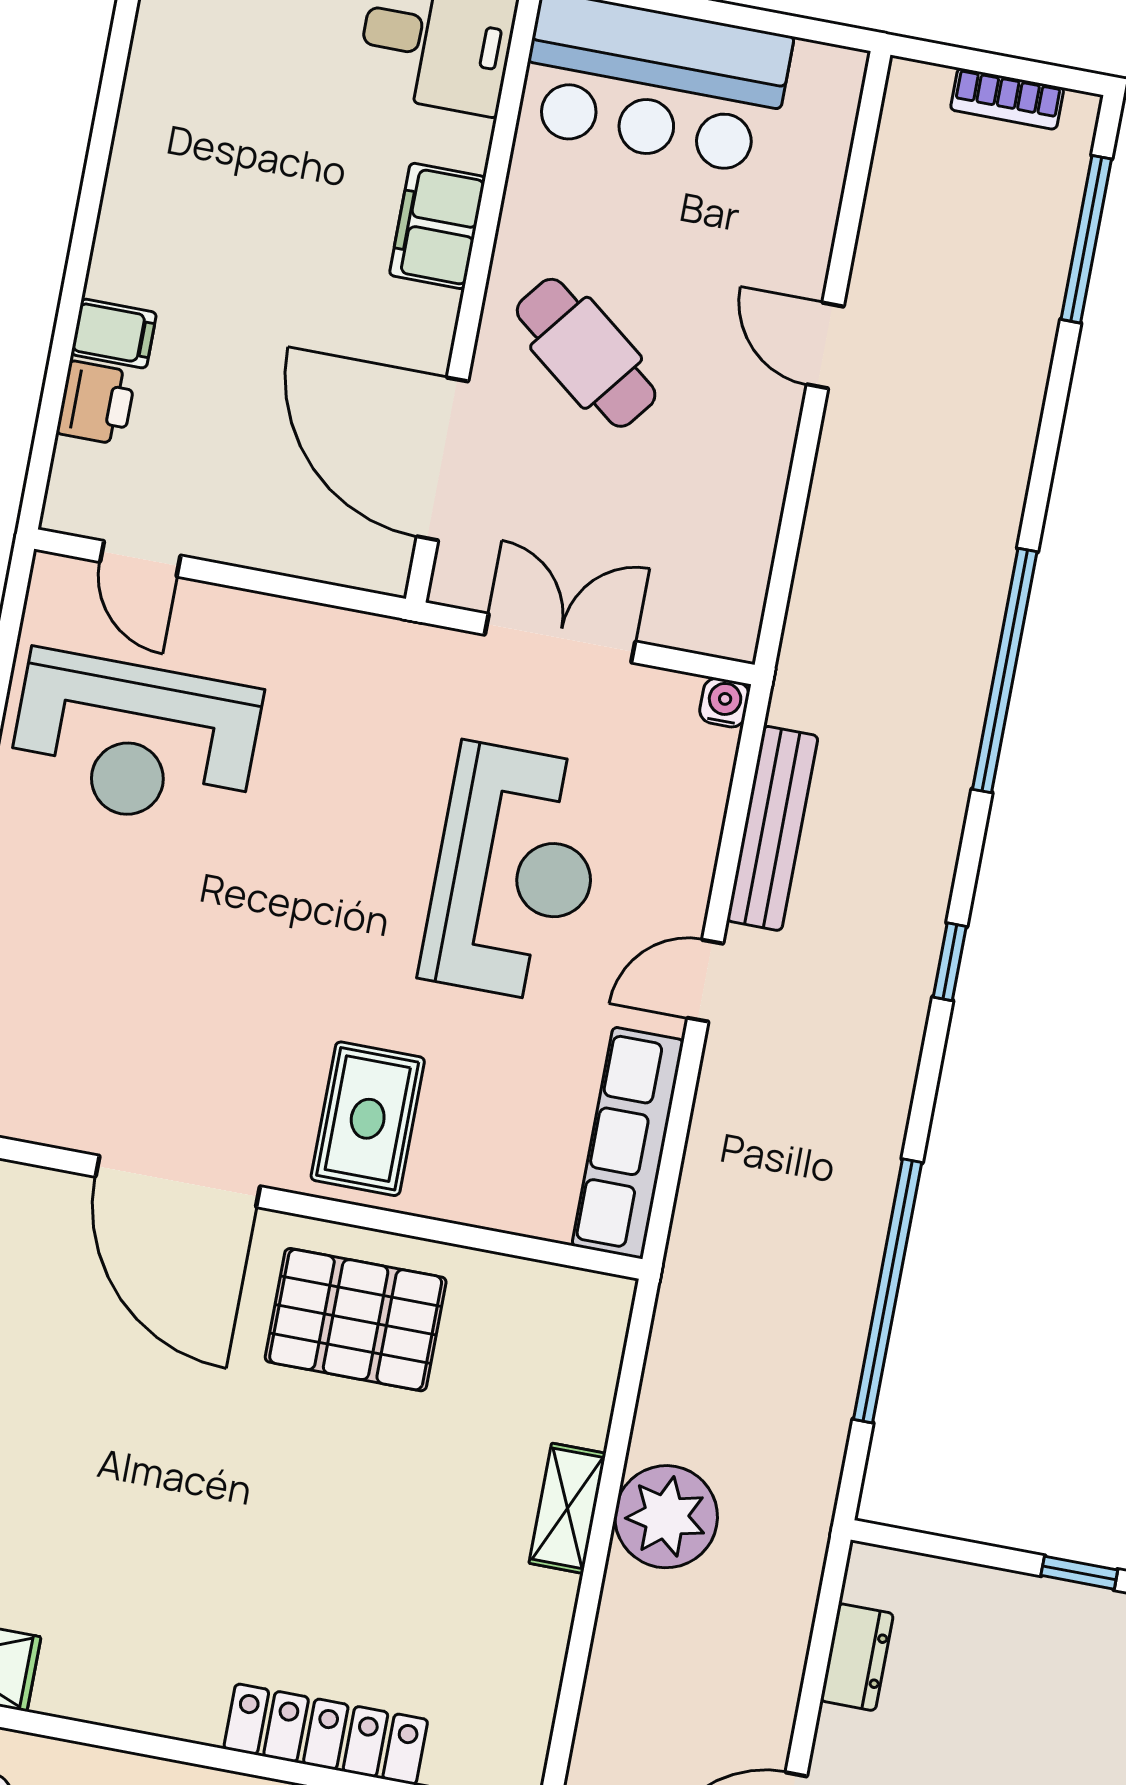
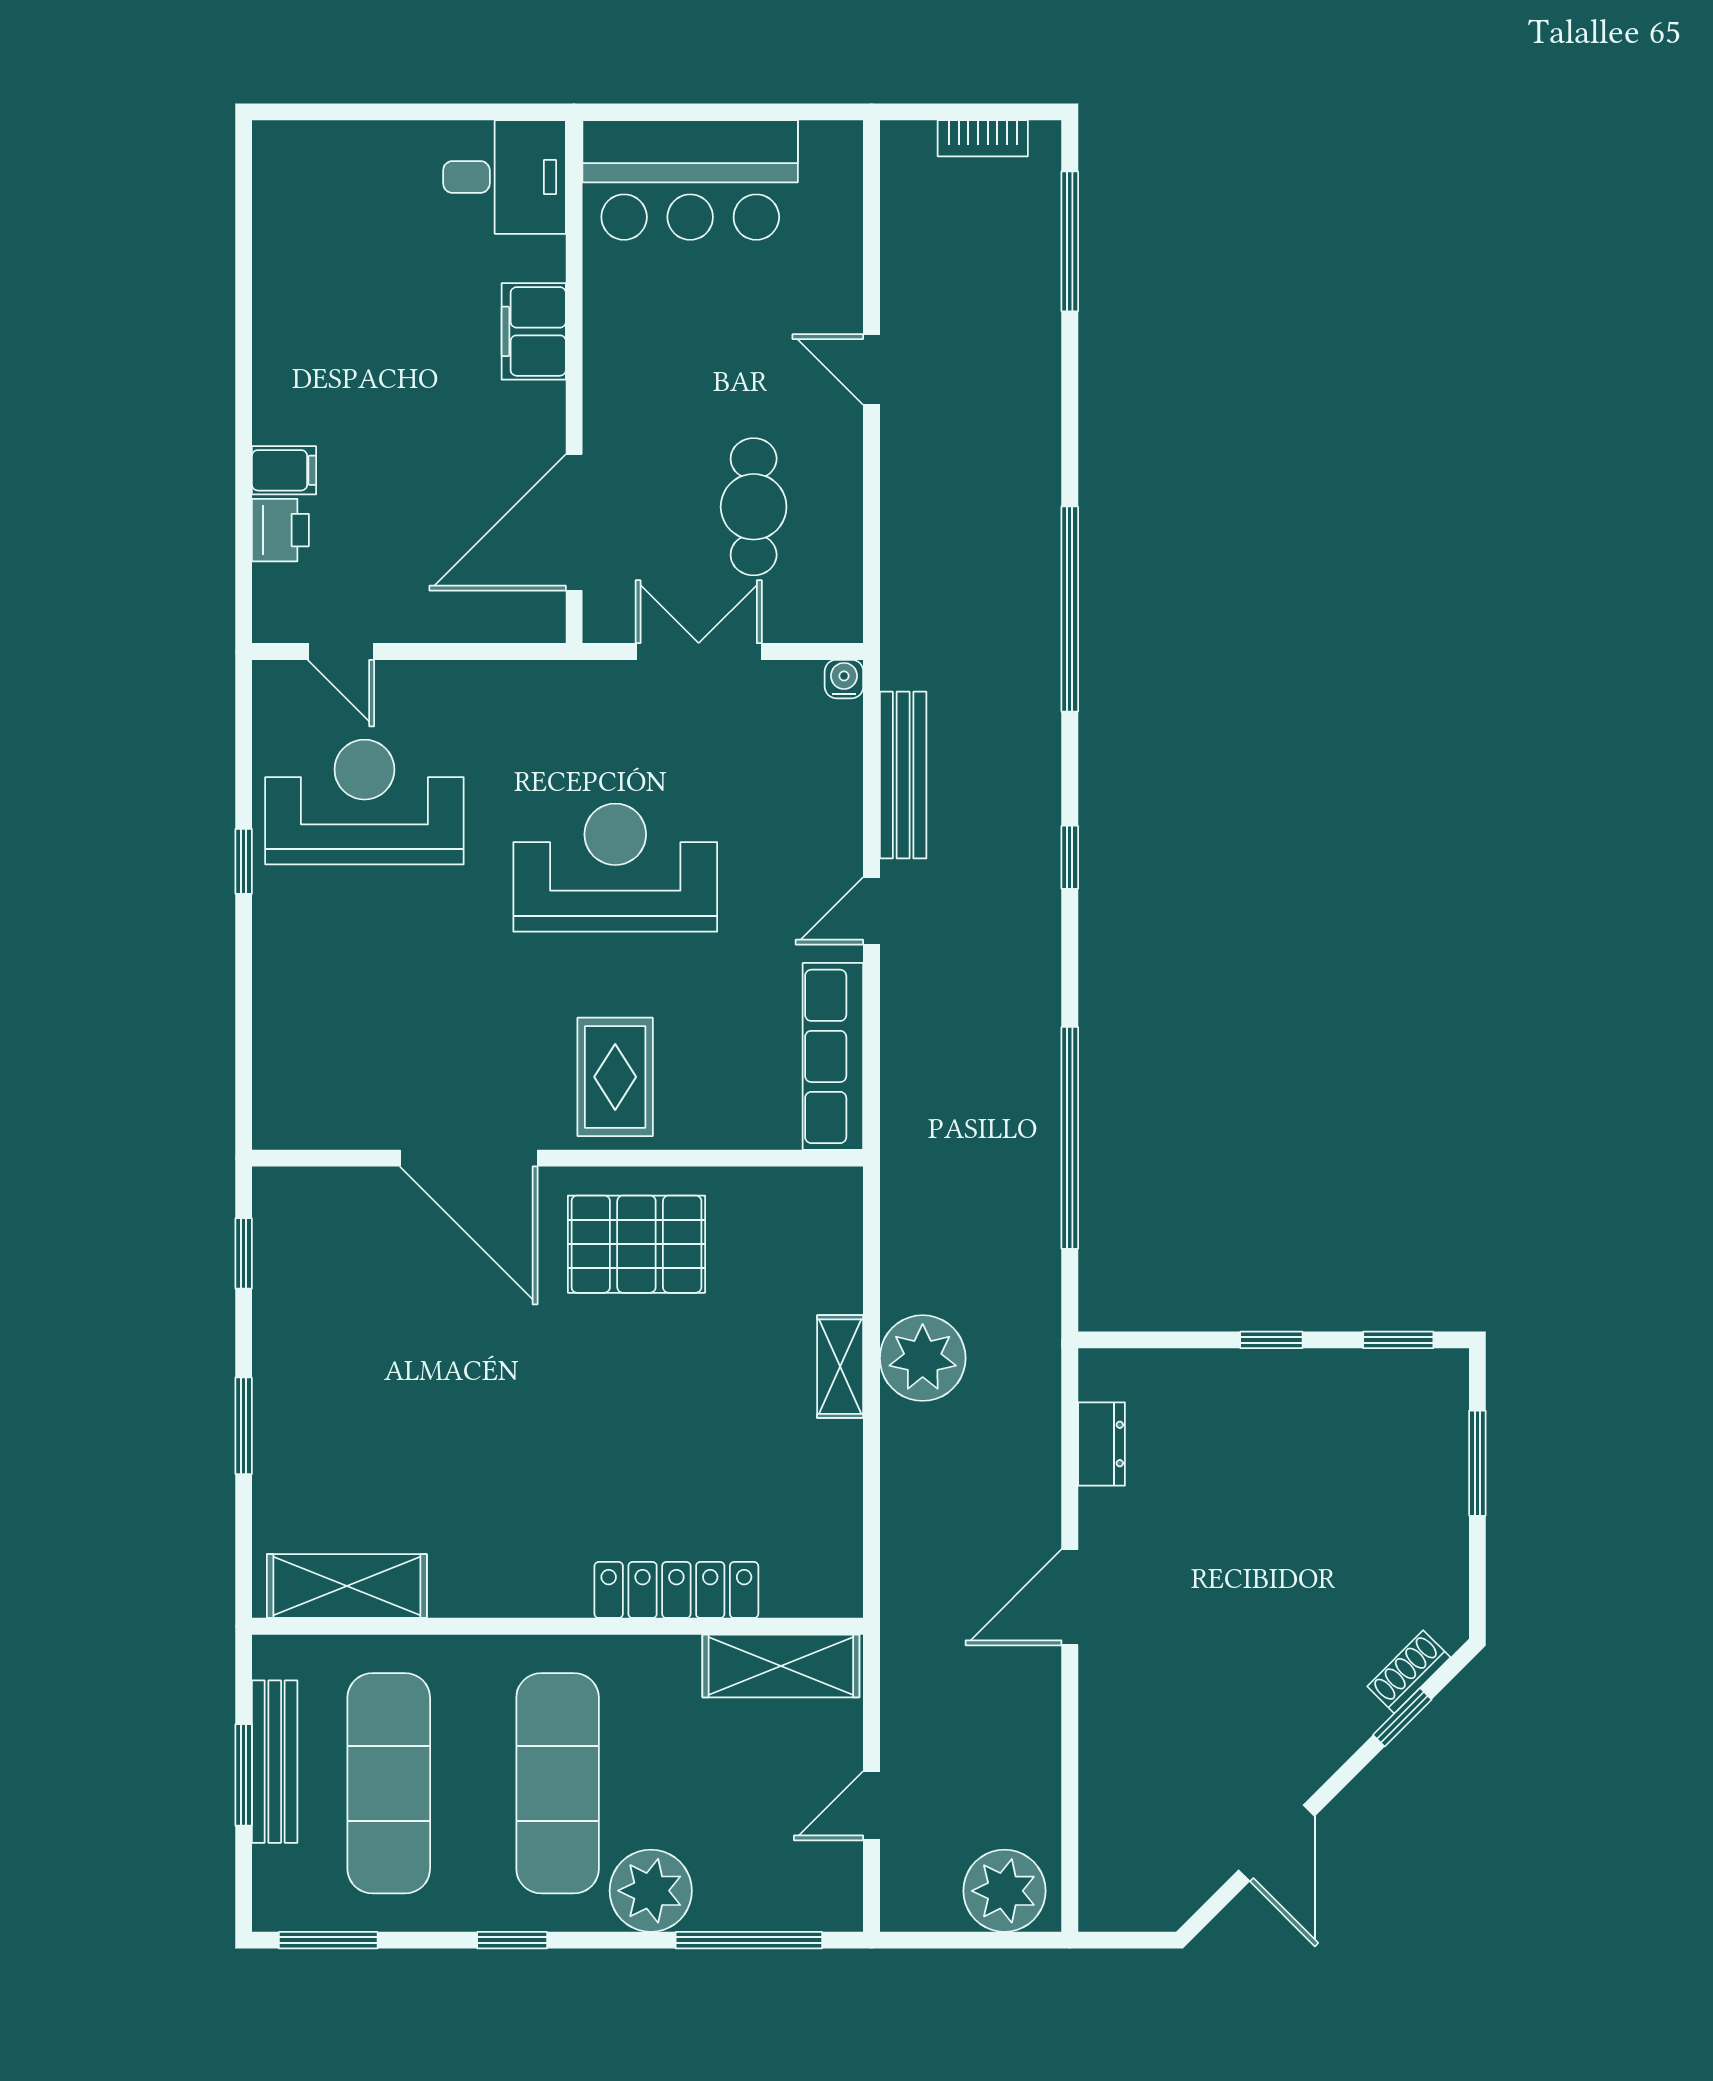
cafe table: (586, 353) -> (754, 507), moved, turned 52
door: (442, 459) -> (574, 522), hinge flipped
reception desk: (135, 741) -> (364, 802), turned 180
reception desk: (515, 873) -> (615, 868), moved, turned -90

